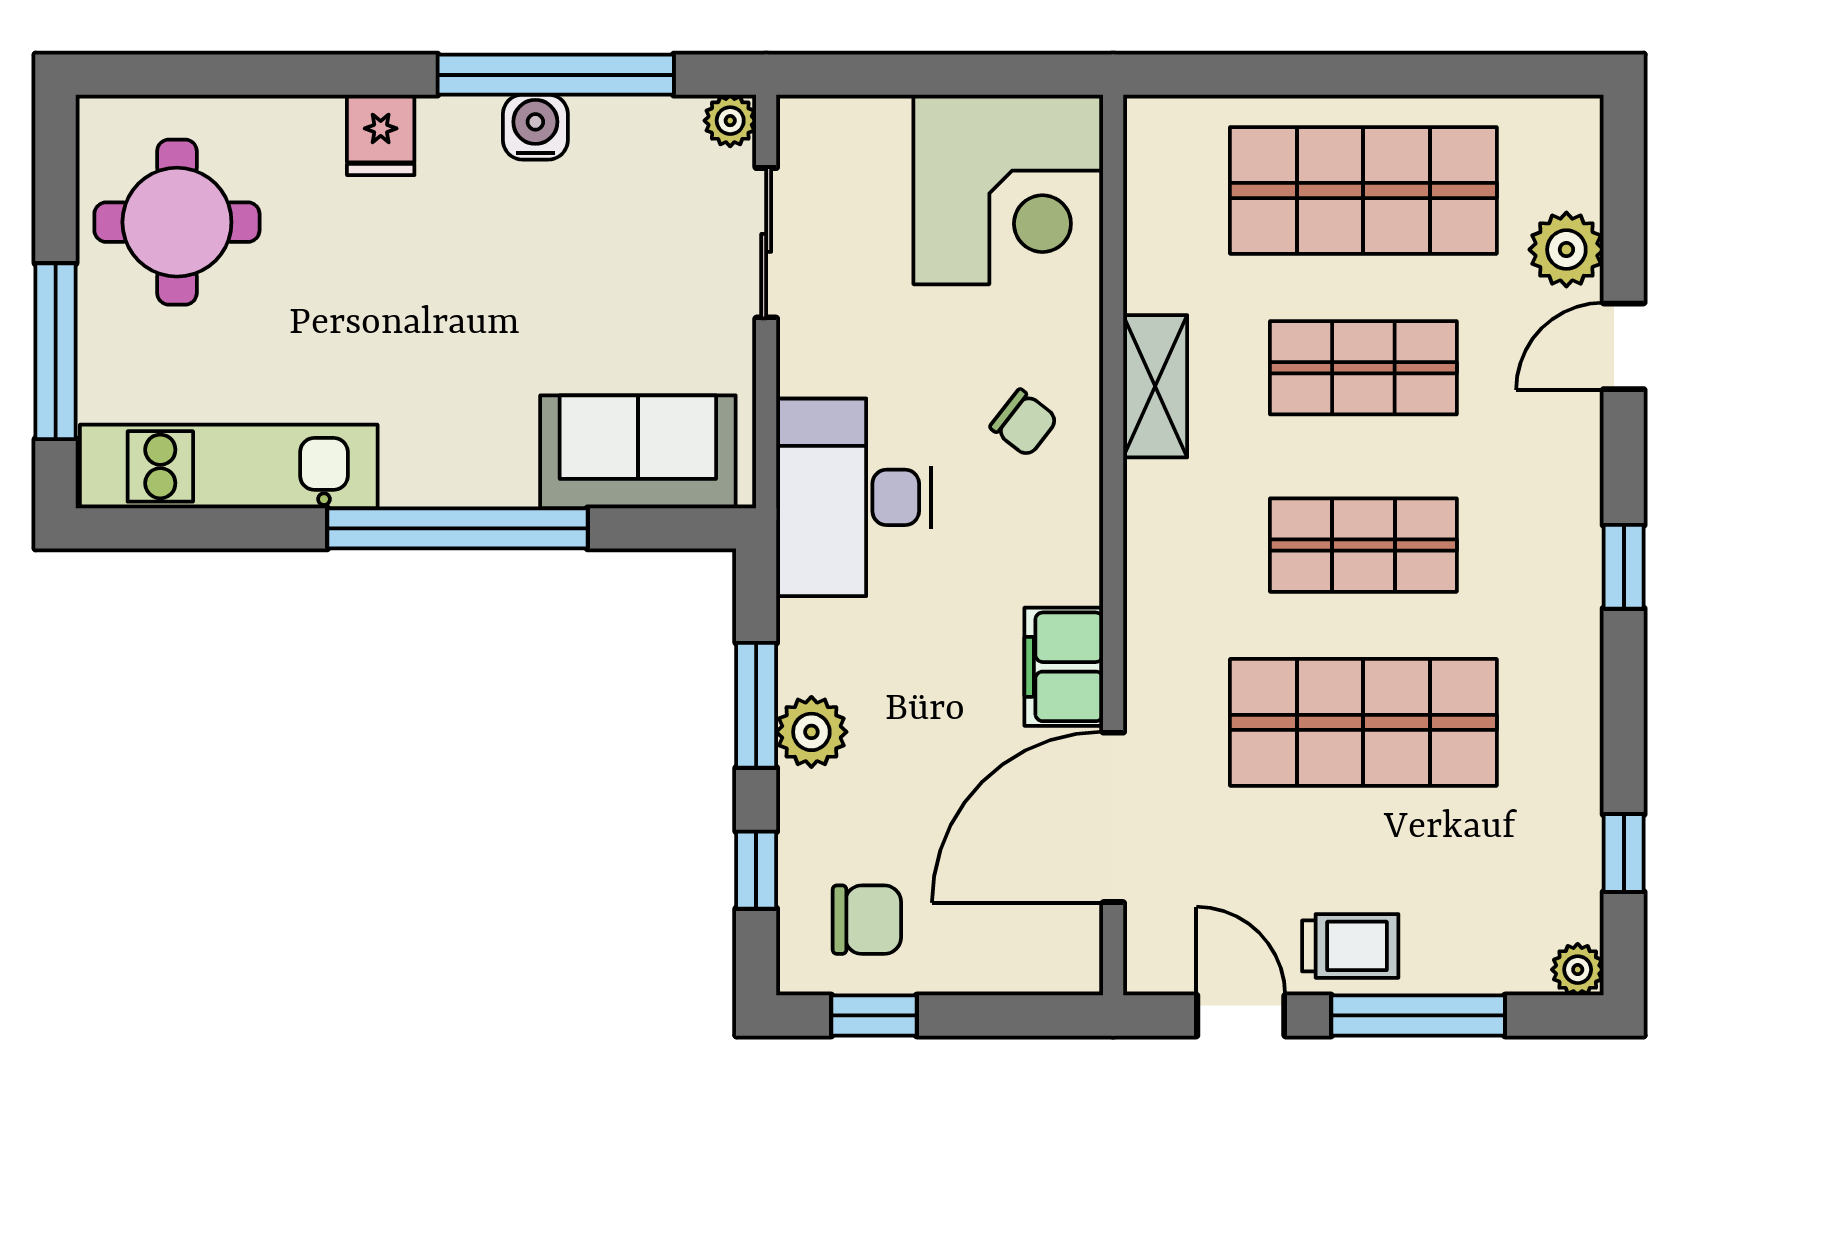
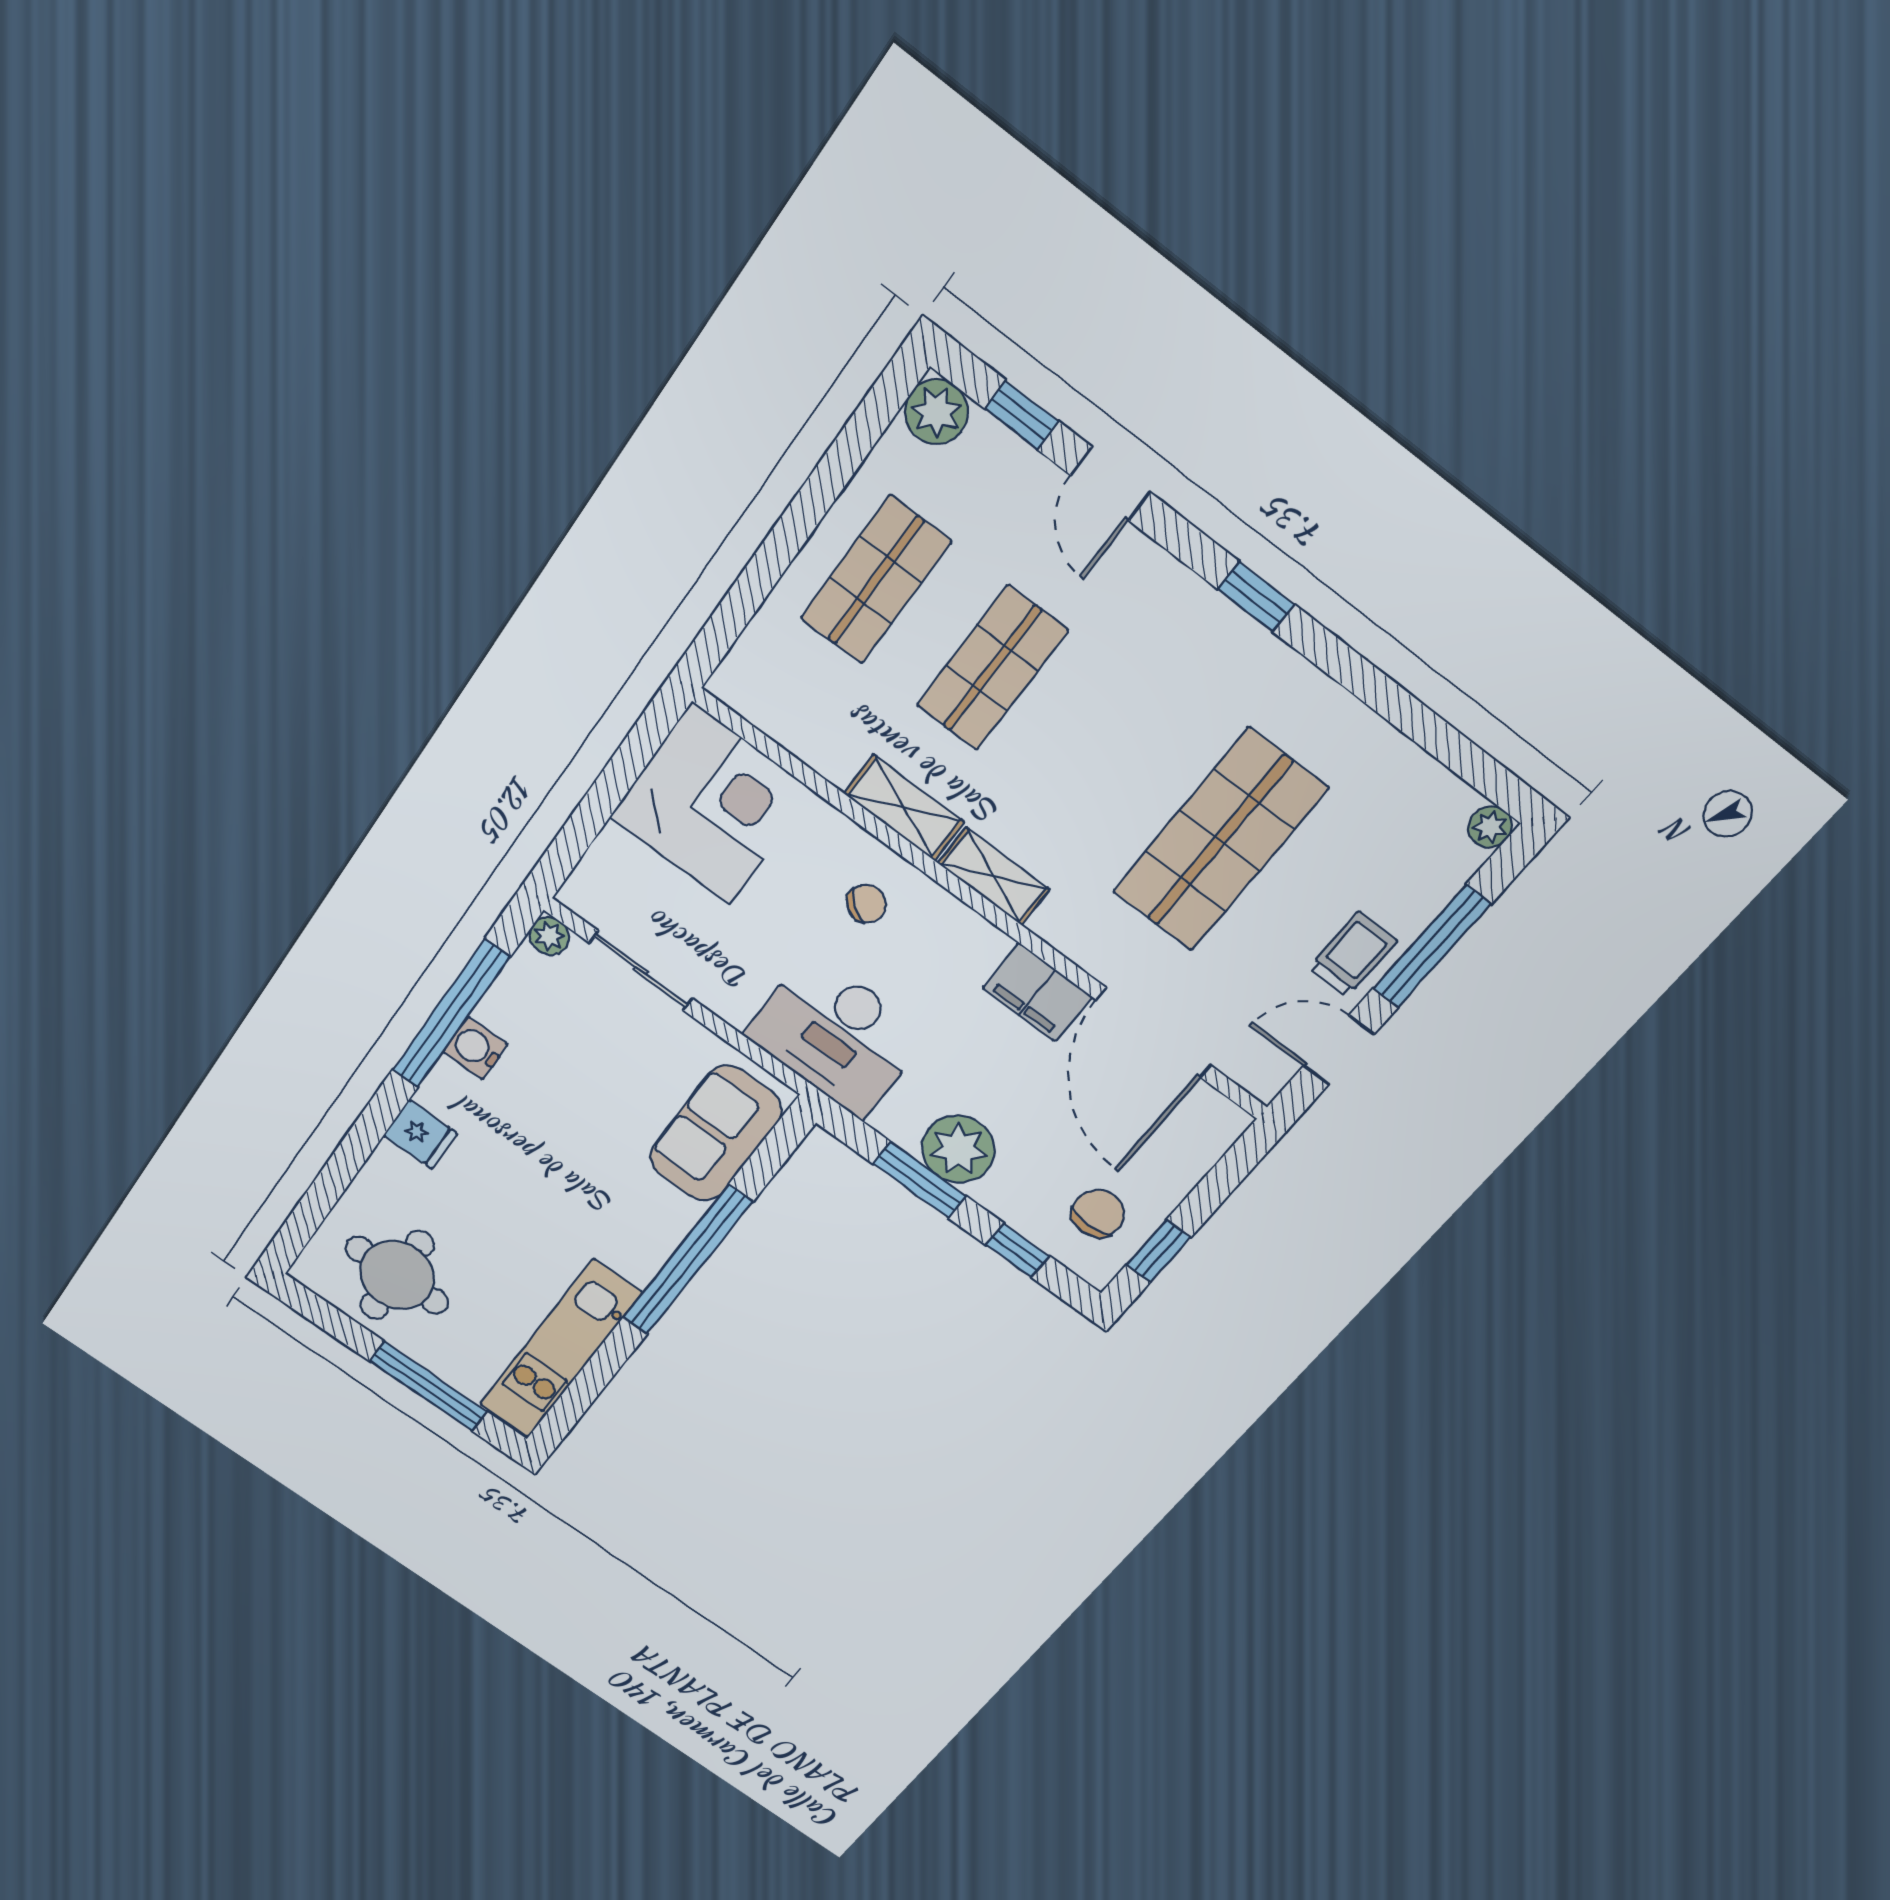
shop shelf: (1363, 190) -> (876, 580), width x0.70, depth x0.74
plant: (1566, 250) -> (936, 412), moved
shelving: (1153, 529) -> (994, 876), added
shop shelf: (1363, 545) -> (1107, 755), removed
plant: (811, 732) -> (958, 1149), width x1.36, depth x1.36
window: (1624, 853) -> (1022, 415), moved

